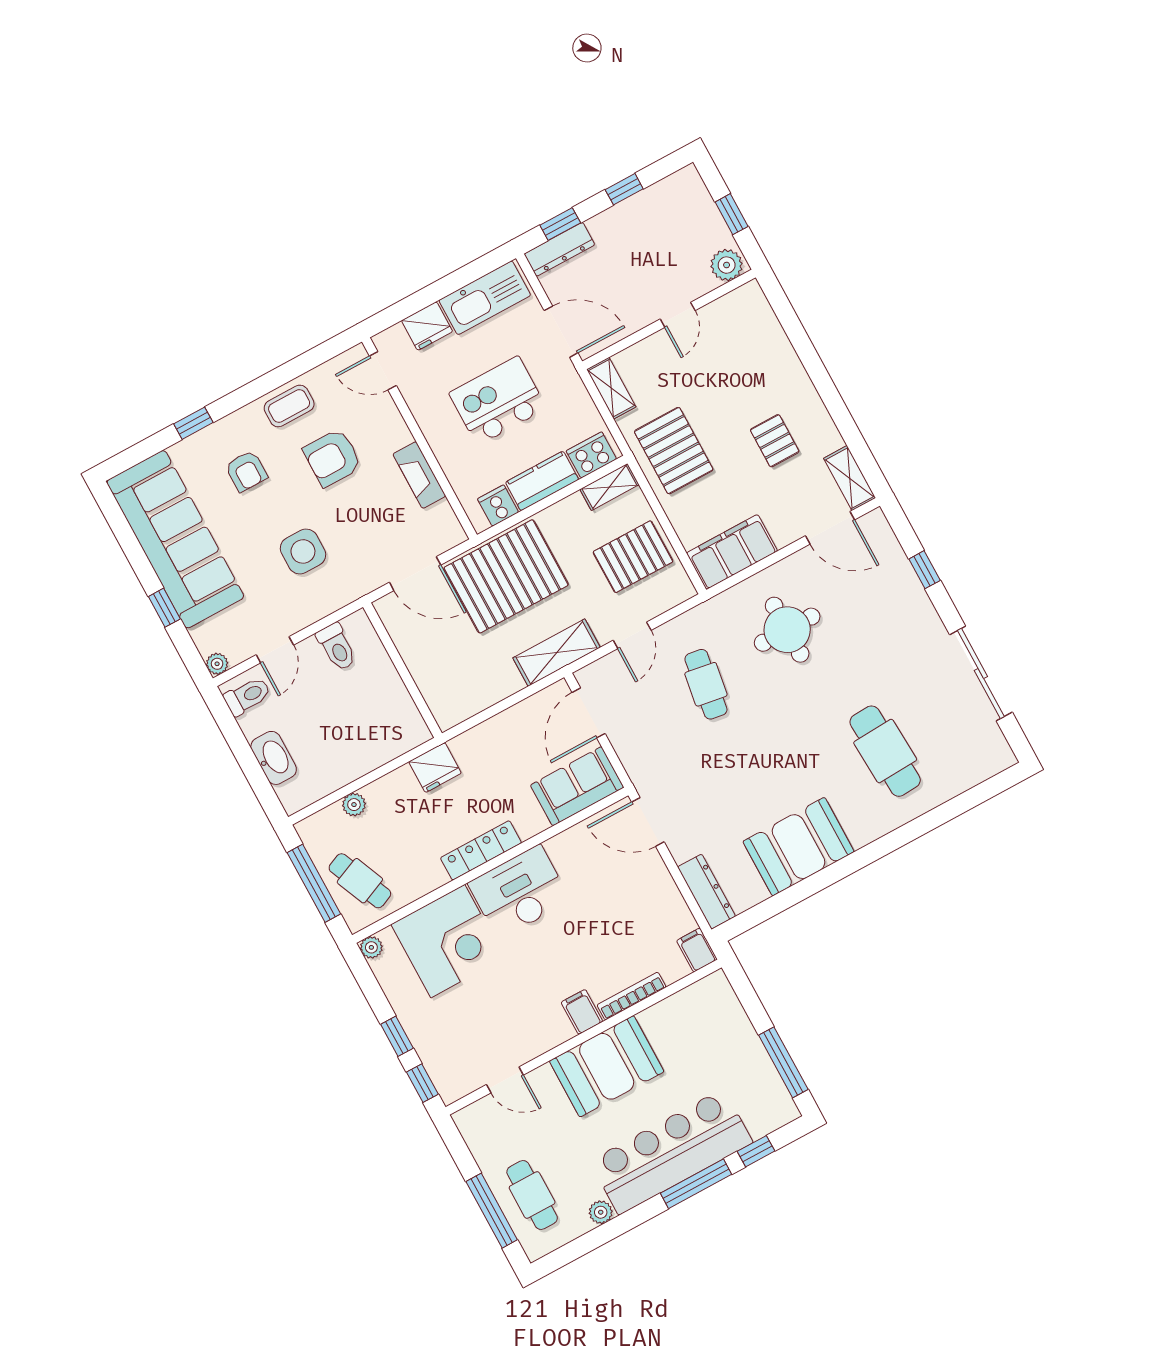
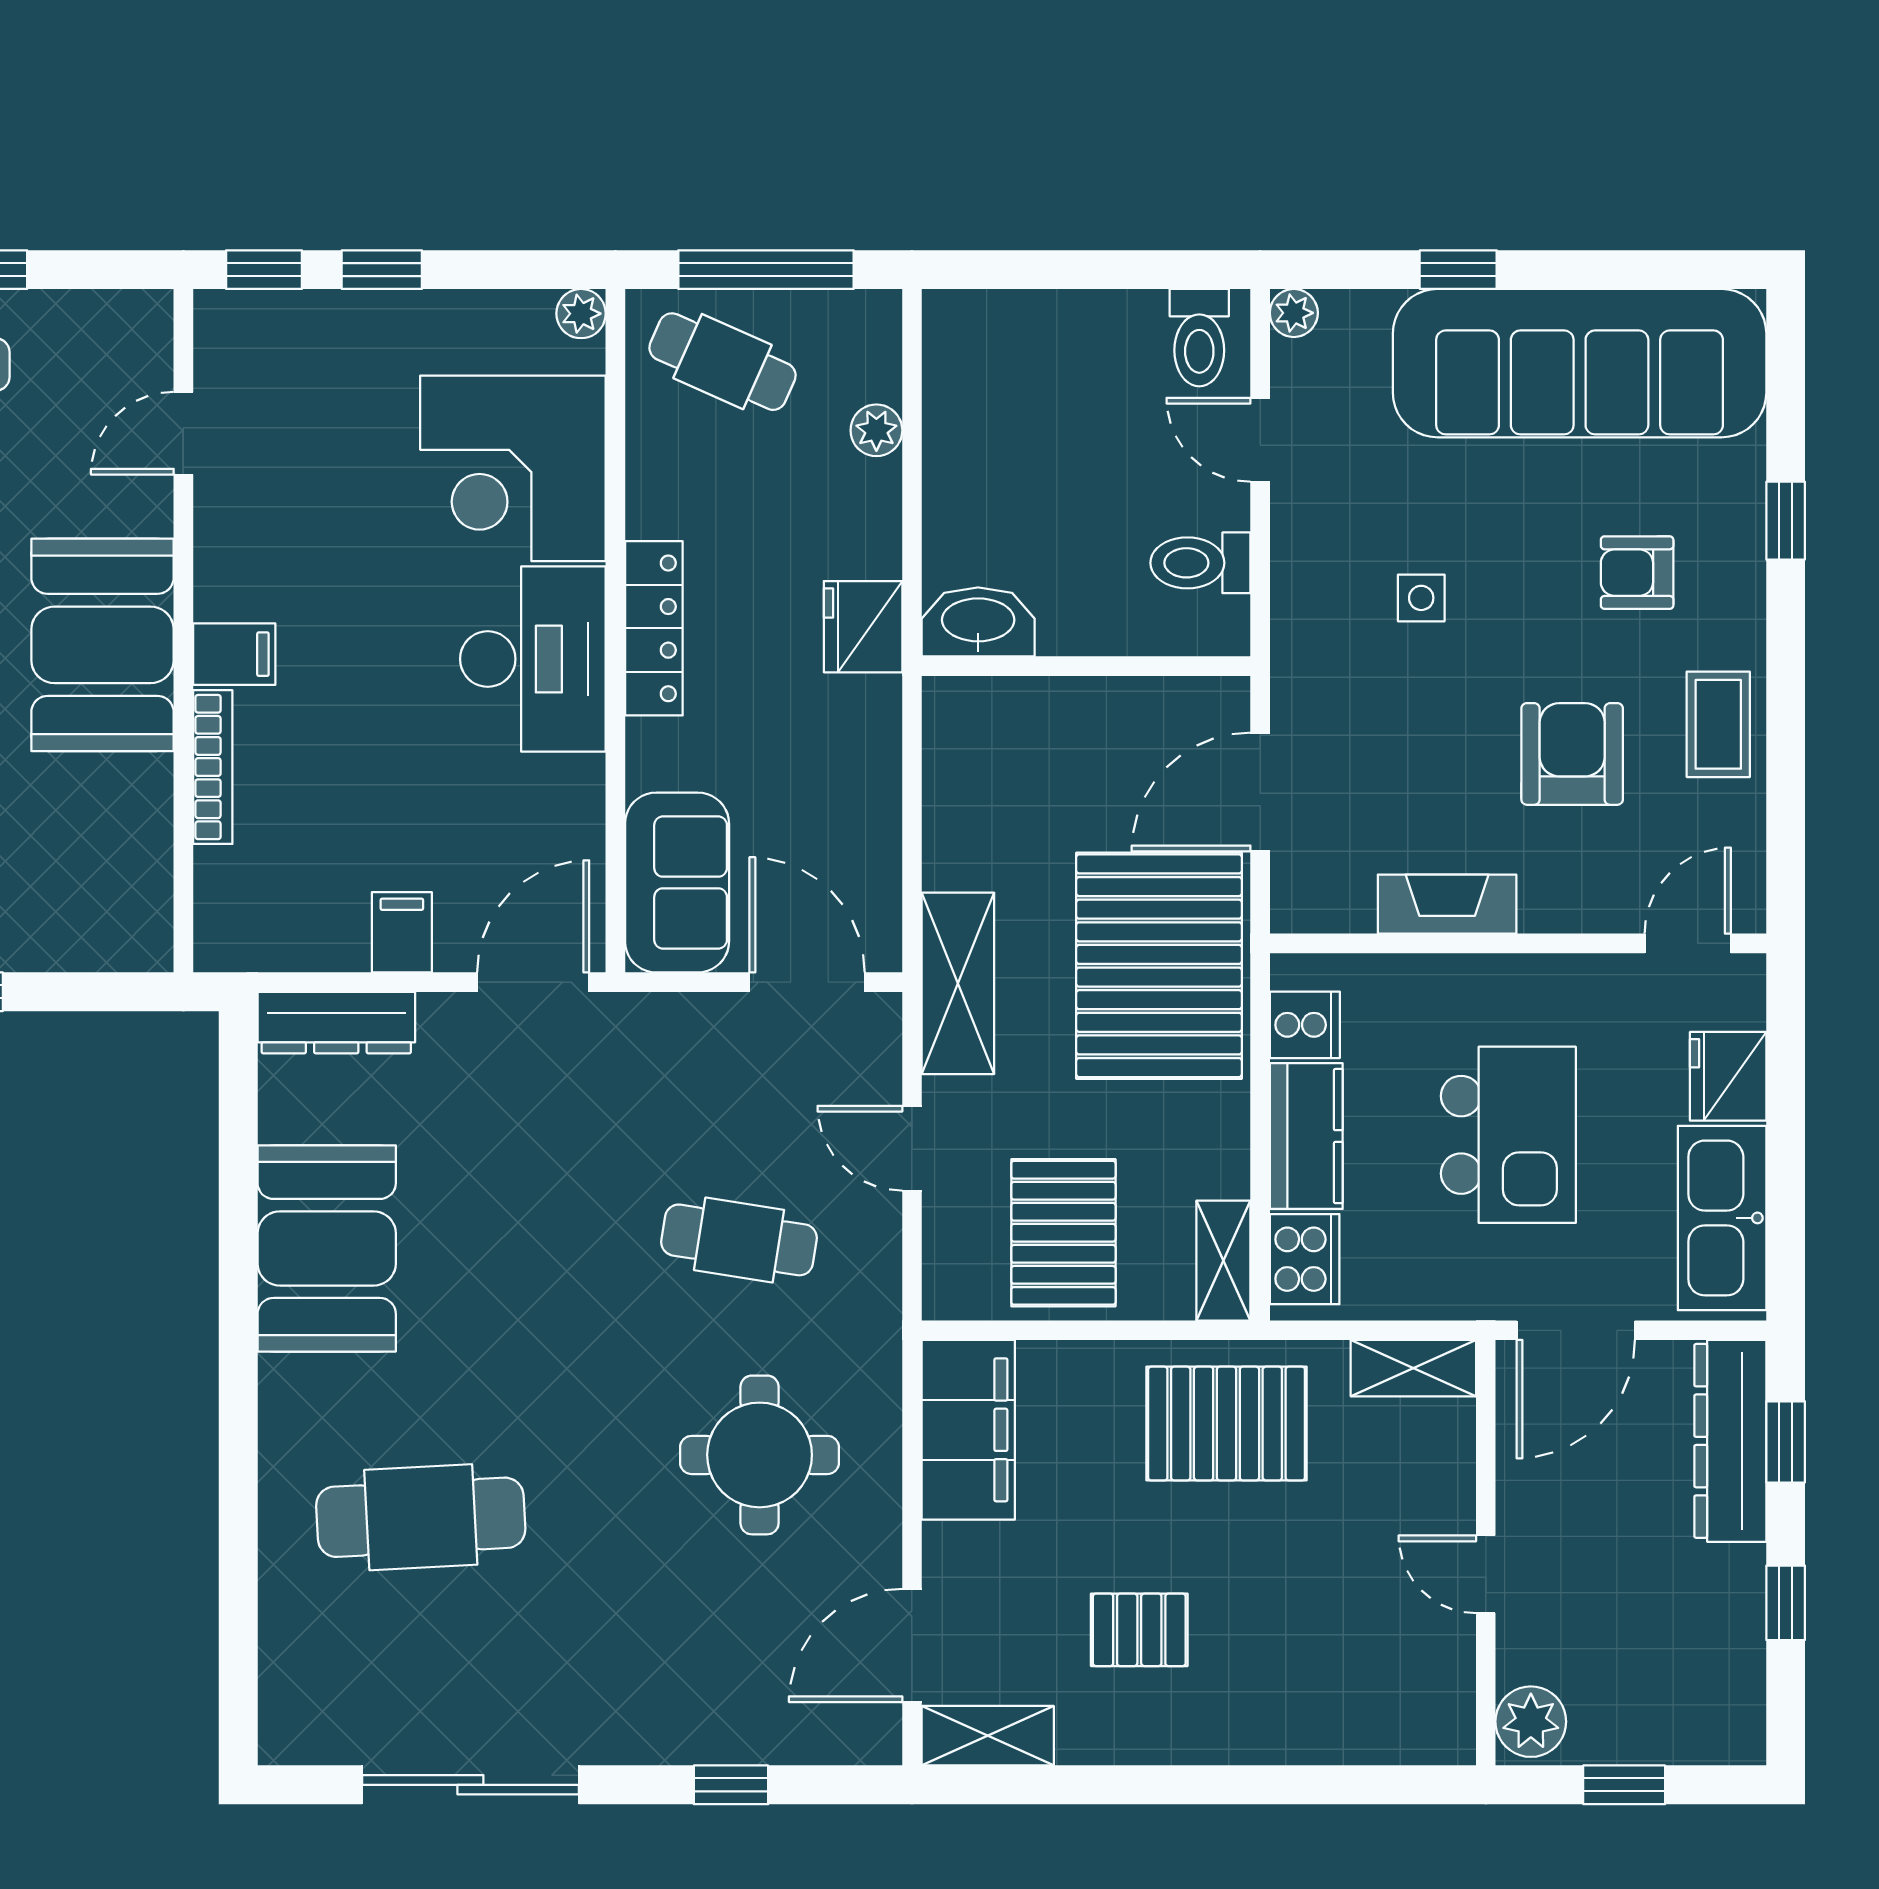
dresser: (559, 249) -> (1730, 1441), width x1.37, depth x1.24
side table: (303, 551) -> (1421, 598), width x0.54, depth x0.54
washbasin: (274, 758) -> (978, 622), moved, turned 180
cafe table: (360, 881) -> (723, 362), turned 47
filing cabinet: (697, 950) -> (402, 932), moved, turned -90

